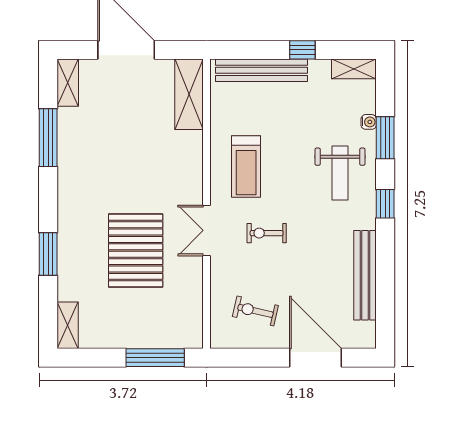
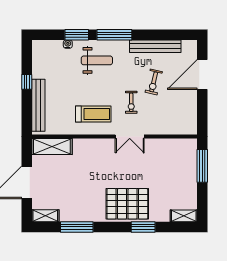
shelving: (354, 69) -> (37, 53), removed
window: (385, 204) -> (114, 35), width x2.17
pallet: (136, 251) -> (127, 204), moved
exercise bike: (255, 311) -> (154, 82), moved

